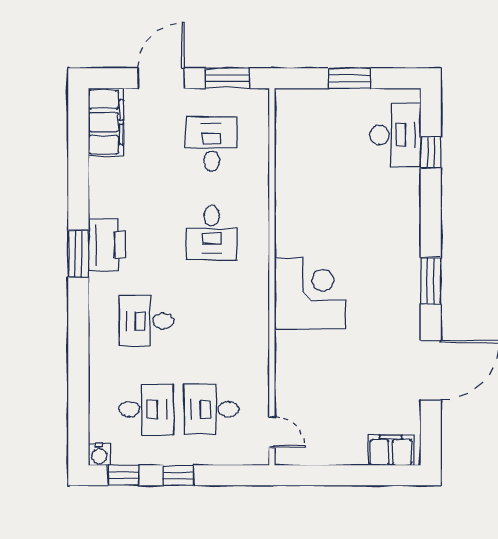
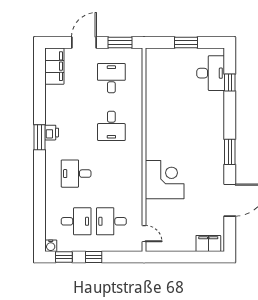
printer: (107, 245) -> (52, 133), width x0.53, depth x0.68
corner desk: (310, 293) -> (165, 180), moved

